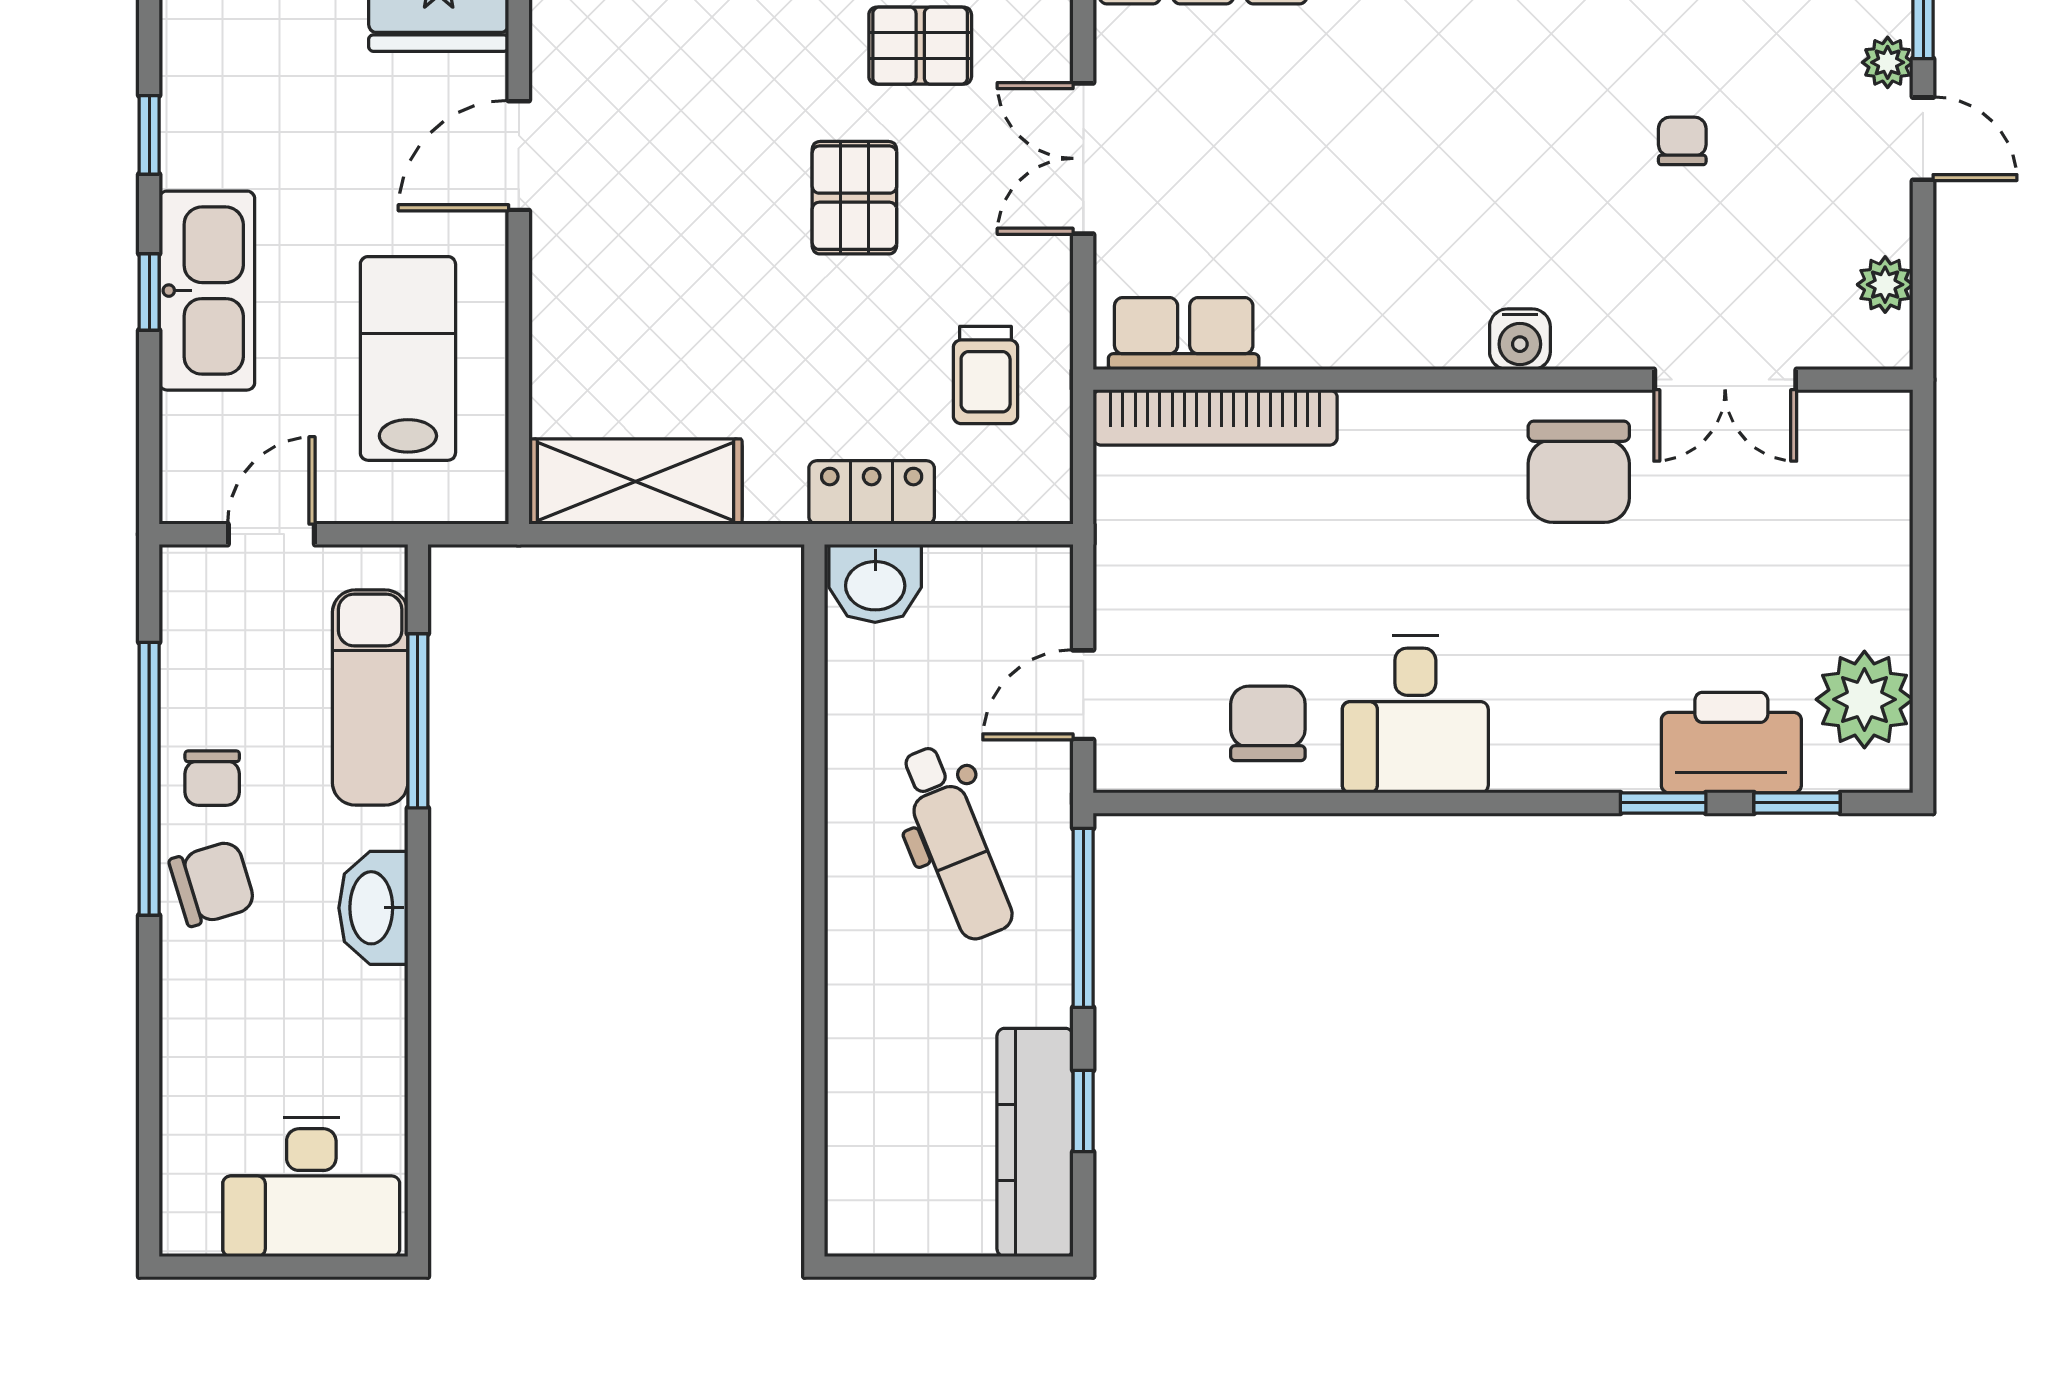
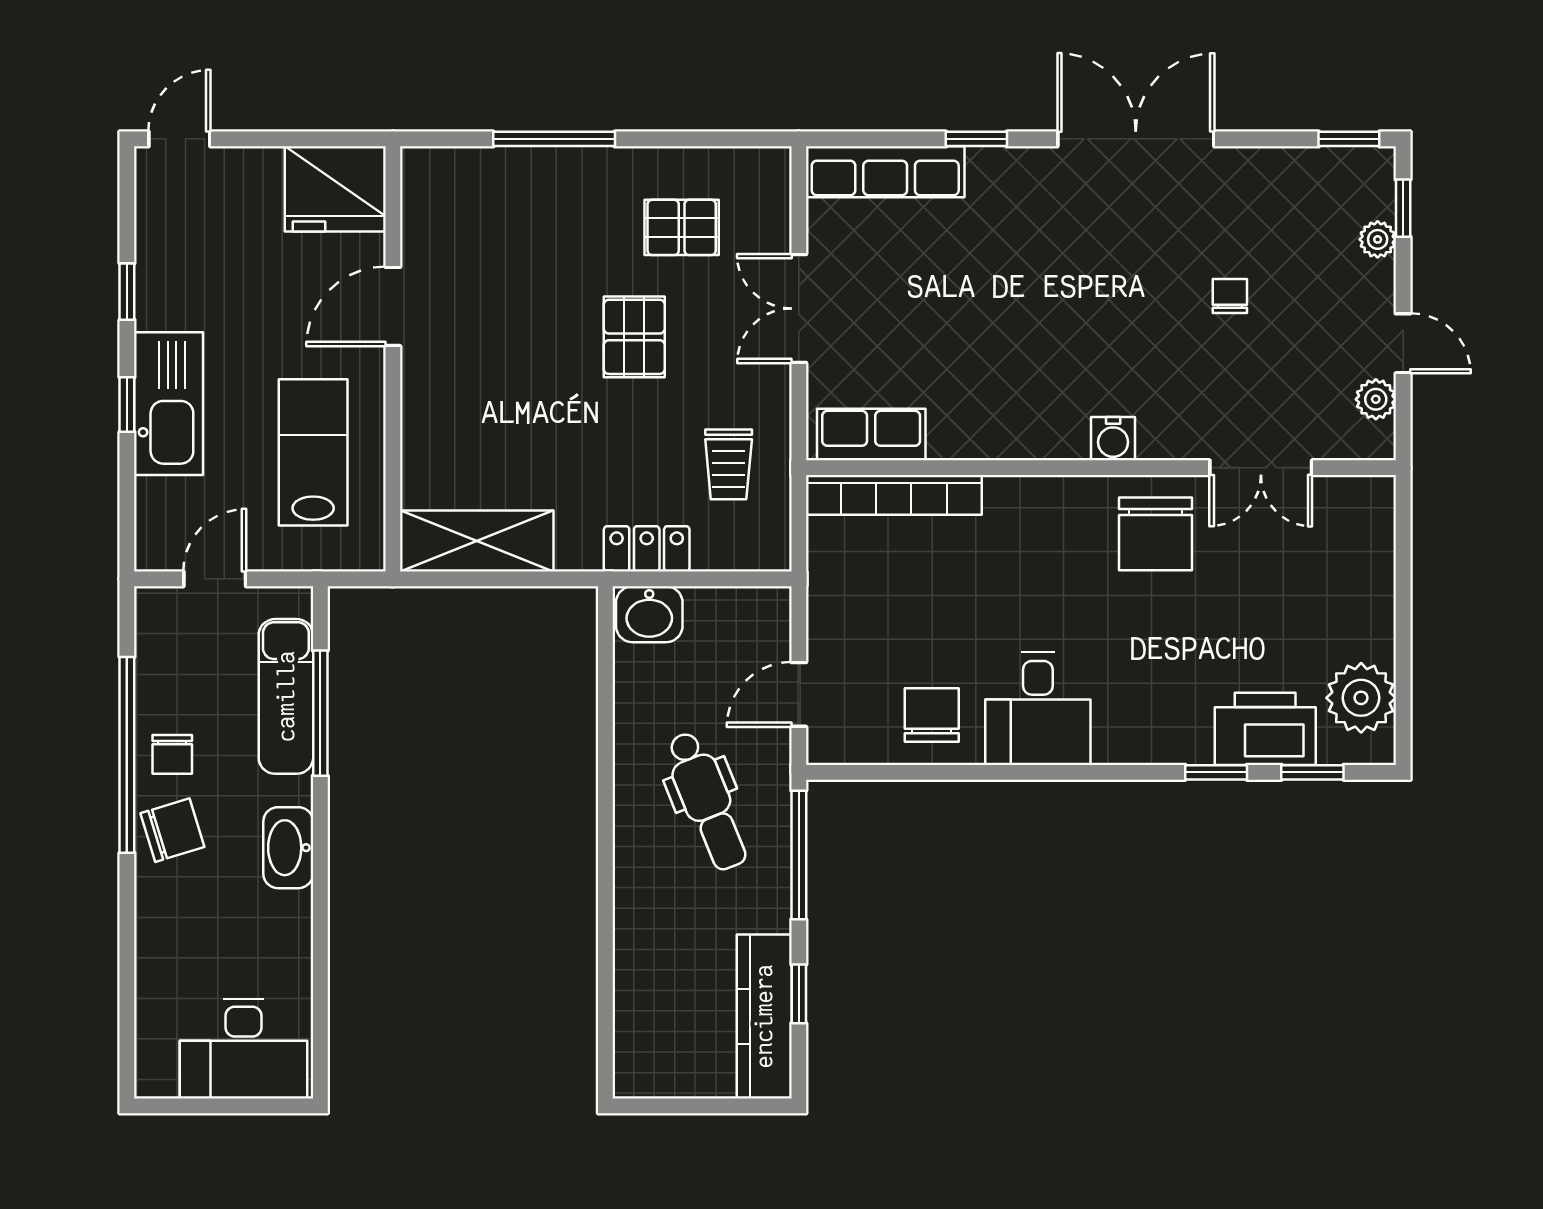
door: (1923, 139) -> (1403, 343), moved

